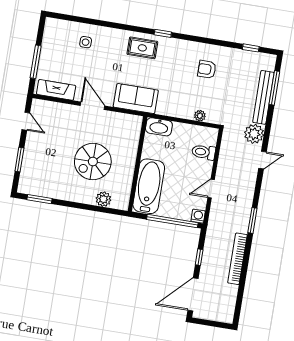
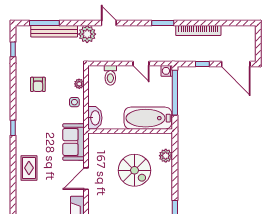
side table: (86, 42) -> (74, 102), moved
rug: (142, 48) -> (29, 168), moved

